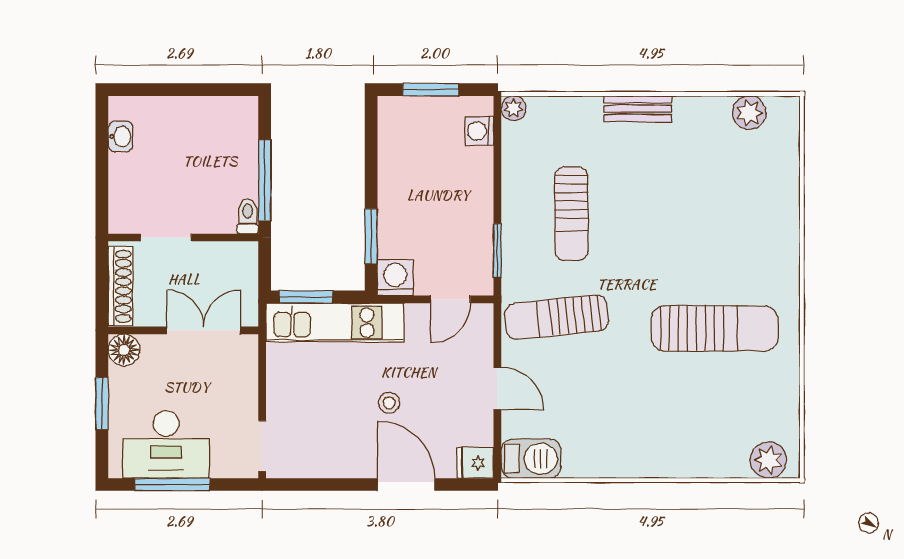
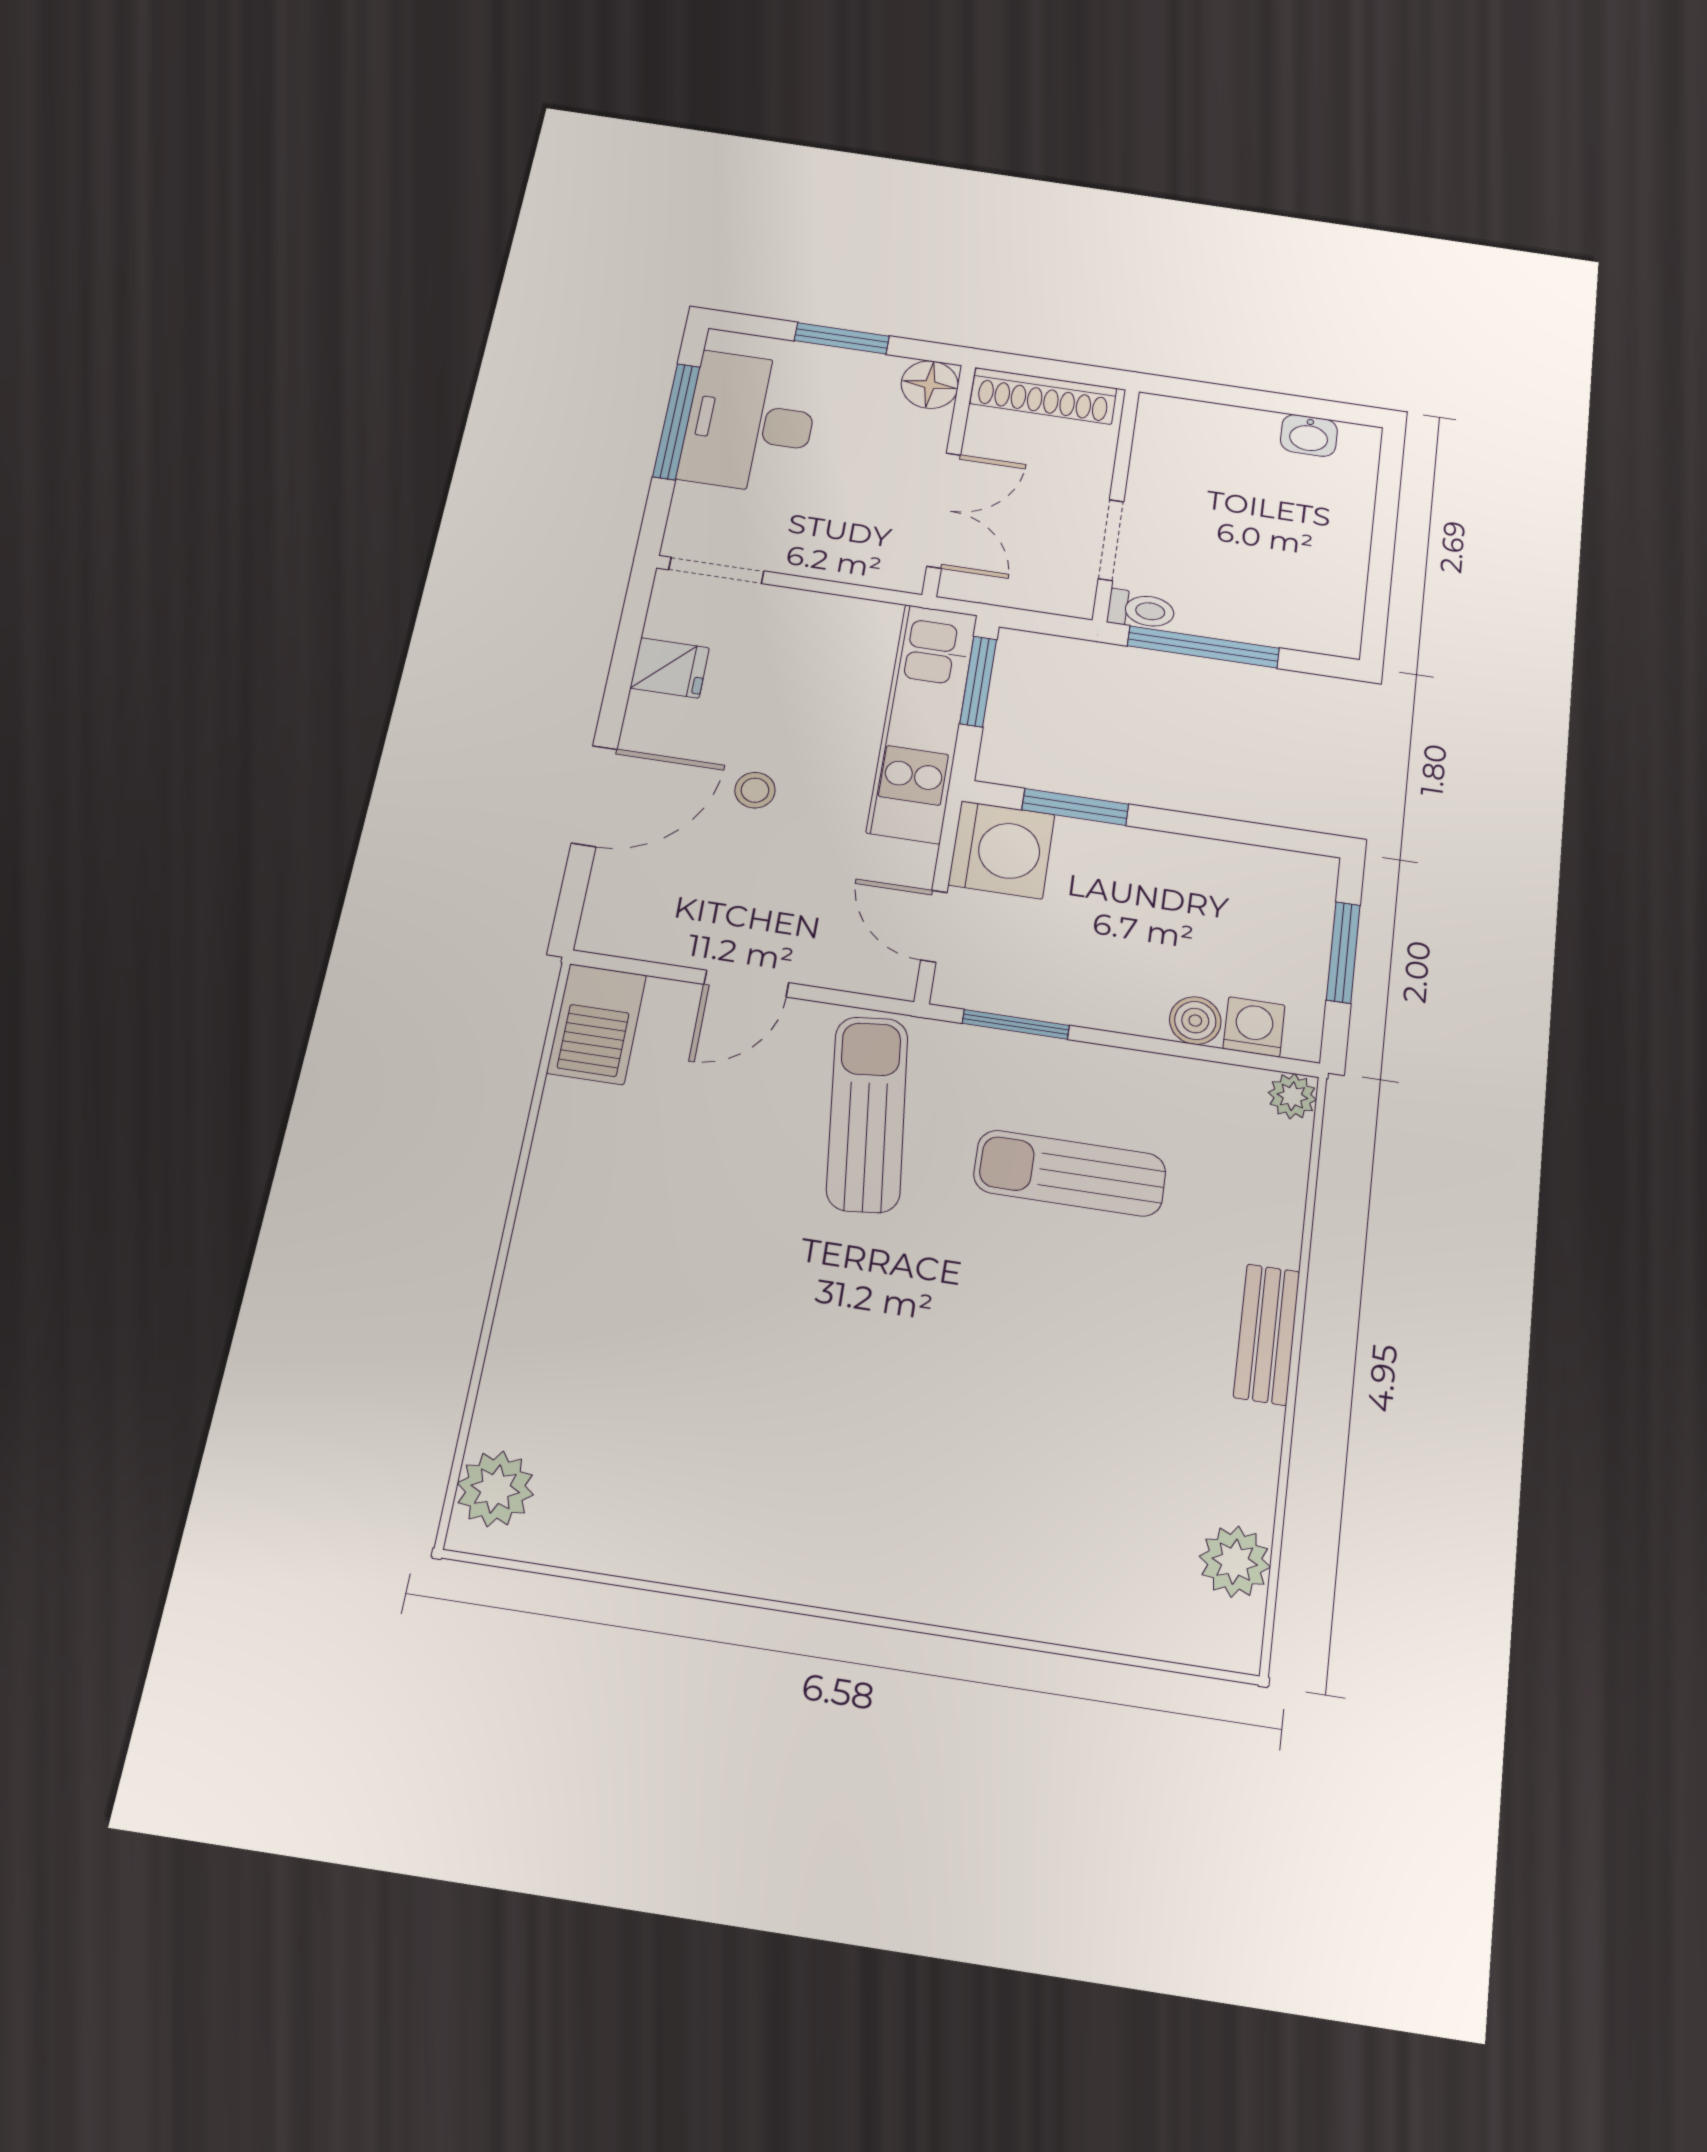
boiler: (481, 161) -> (1195, 1021), added
doorway: (166, 238) -> (1111, 540), moved
washing machine: (395, 278) -> (1002, 850), width x1.37, depth x1.37
sun lounger: (715, 328) -> (792, 1420), removed
fridge: (475, 463) -> (670, 668), moved, turned 90

